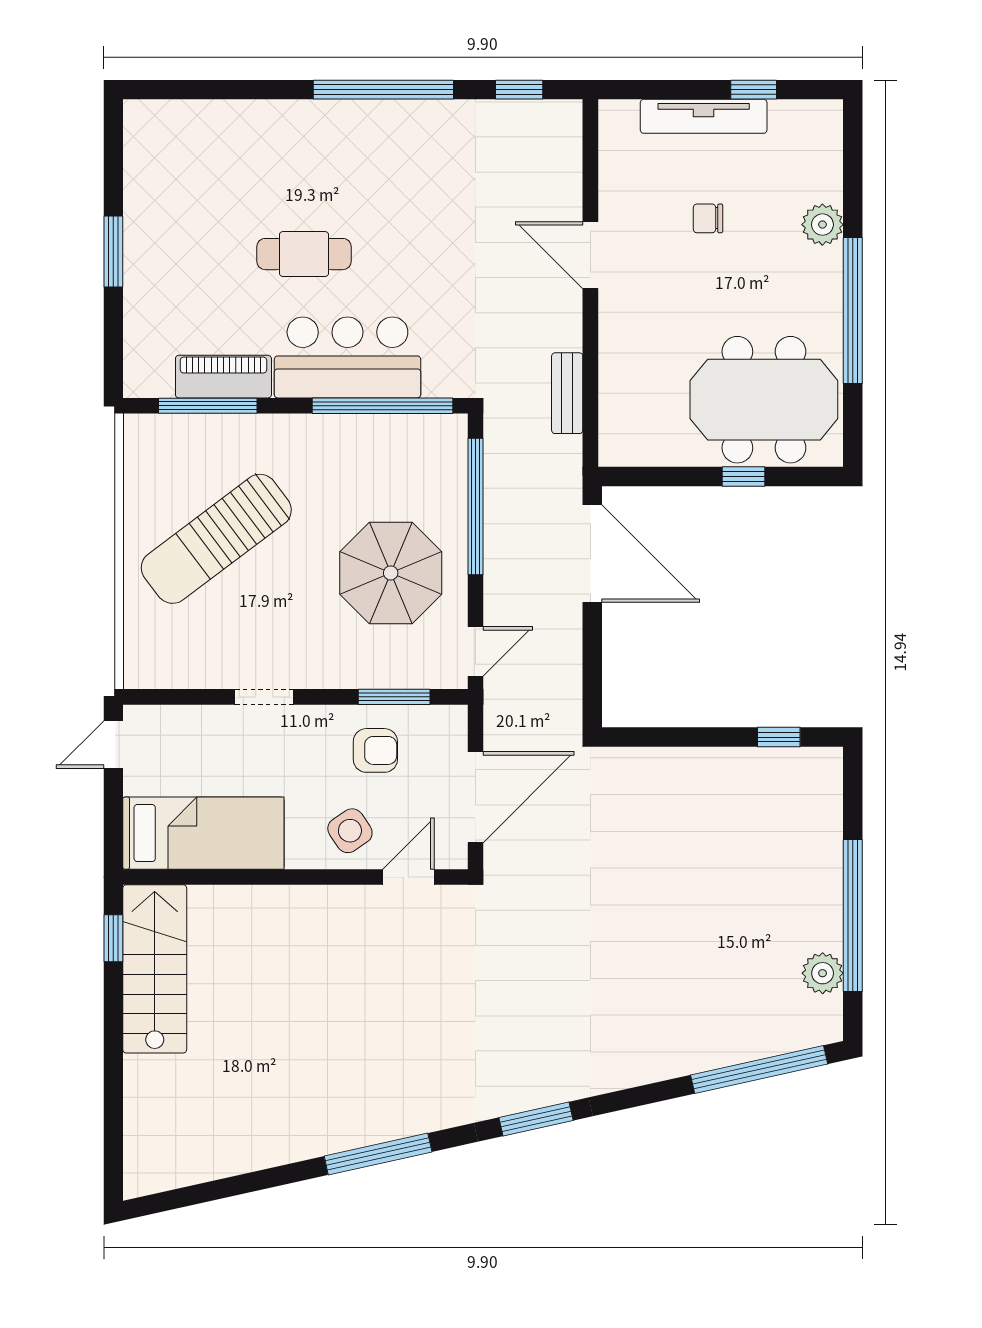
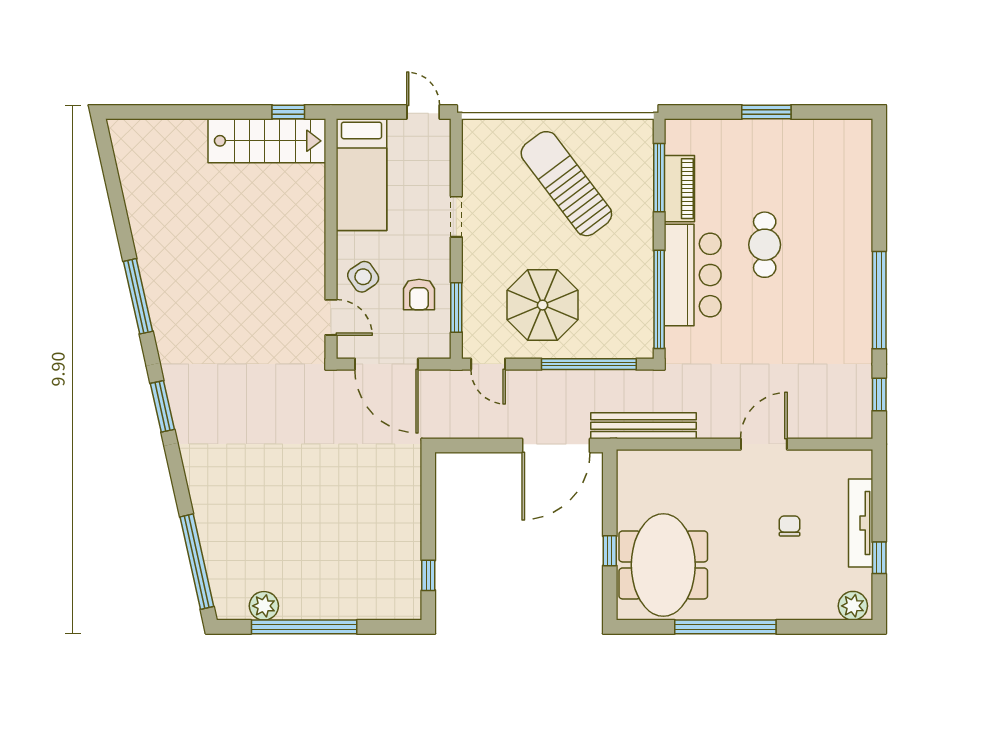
plant: (822, 225) -> (853, 606), moved
bench: (567, 393) -> (643, 426), width x1.86, depth x1.21

